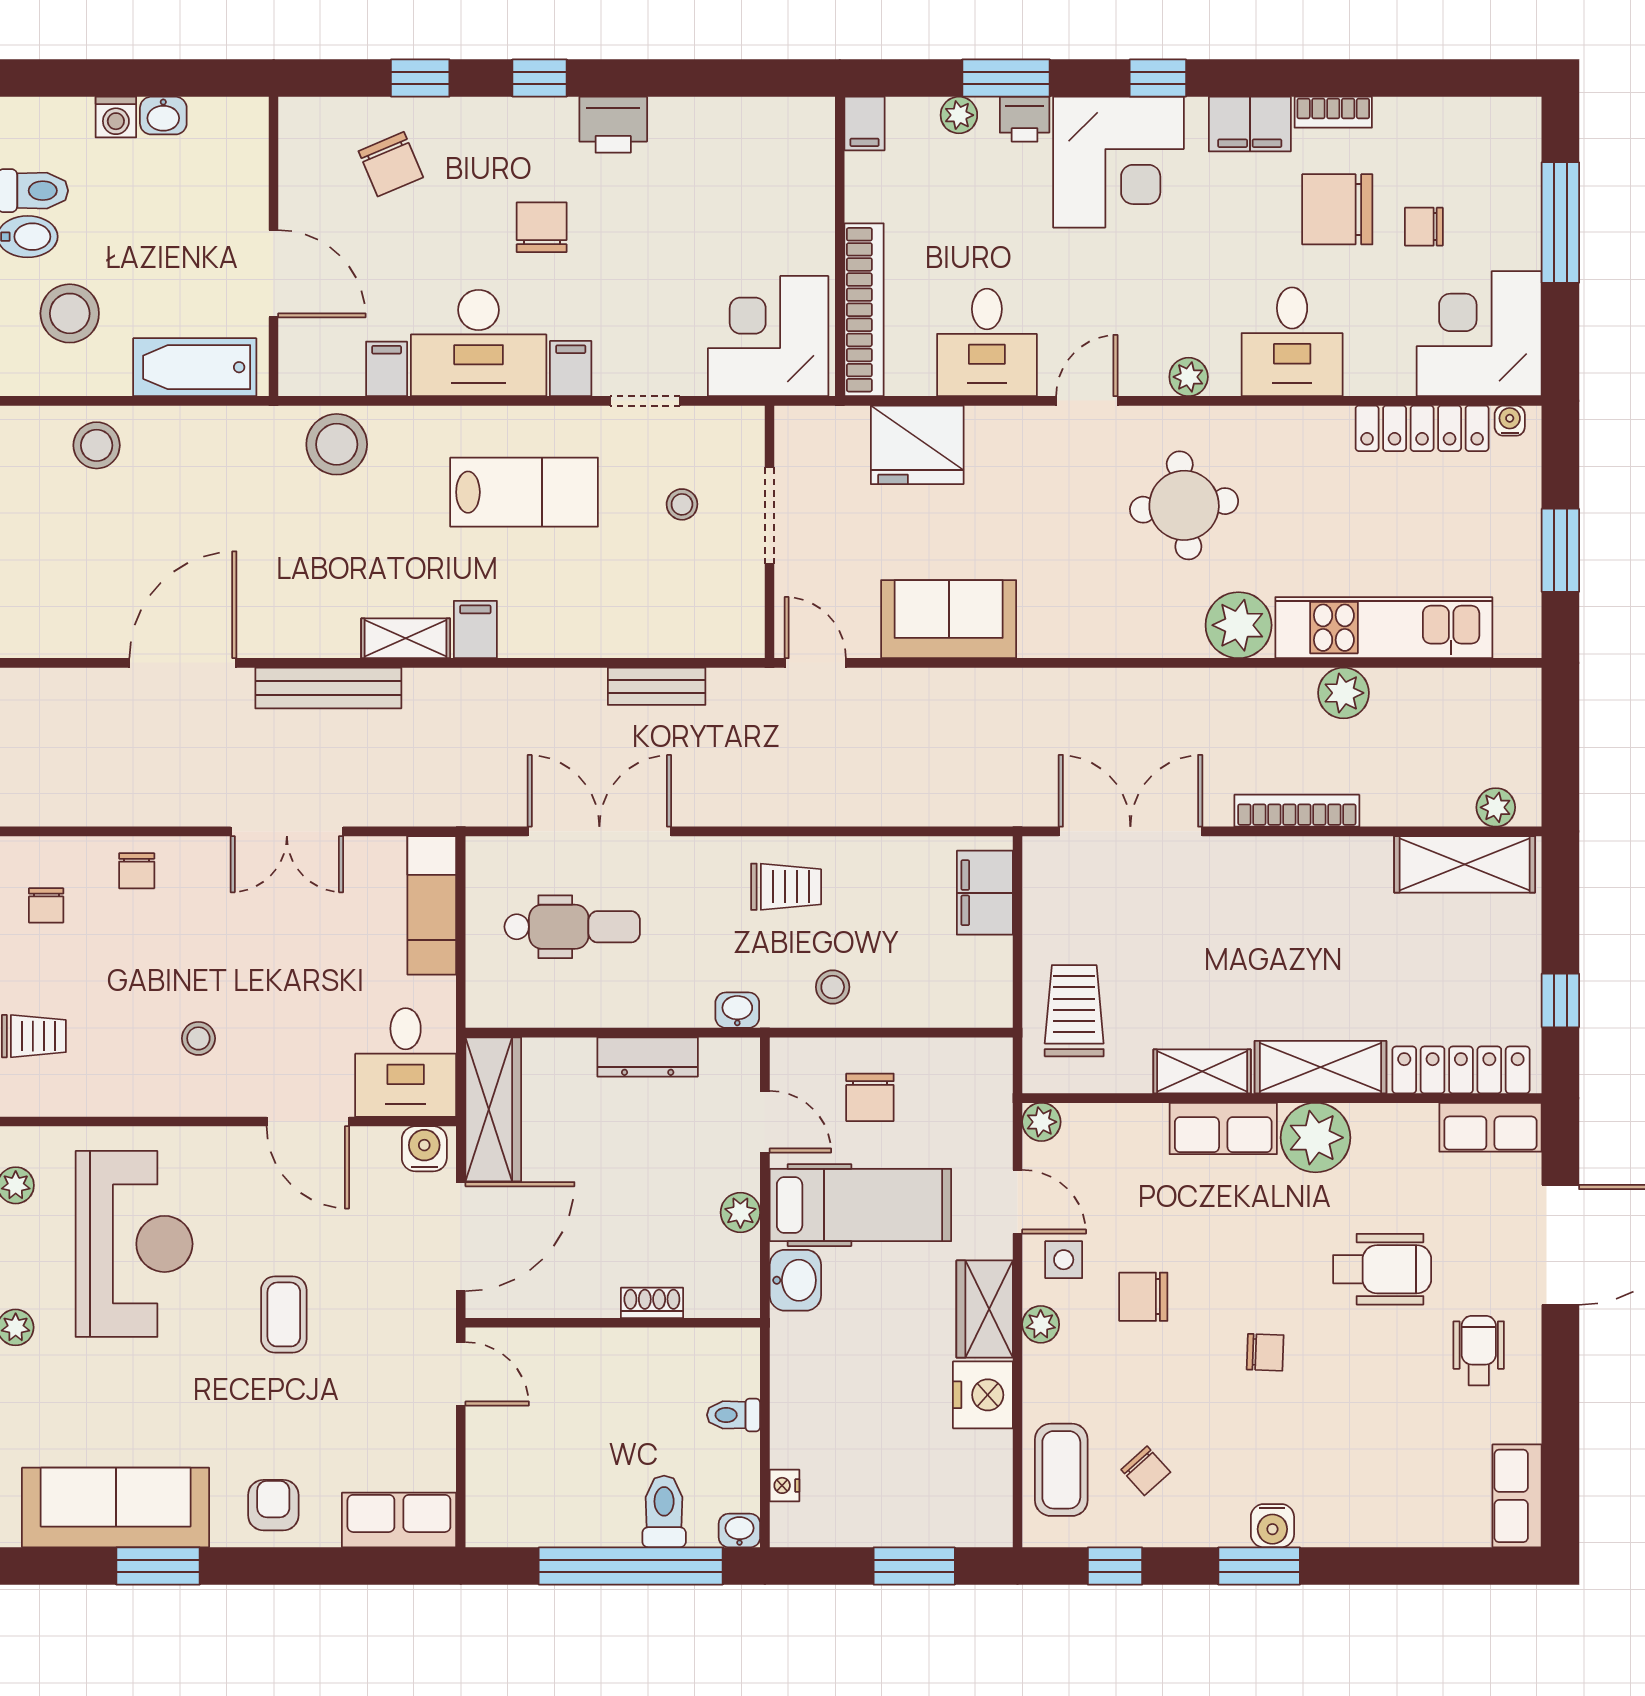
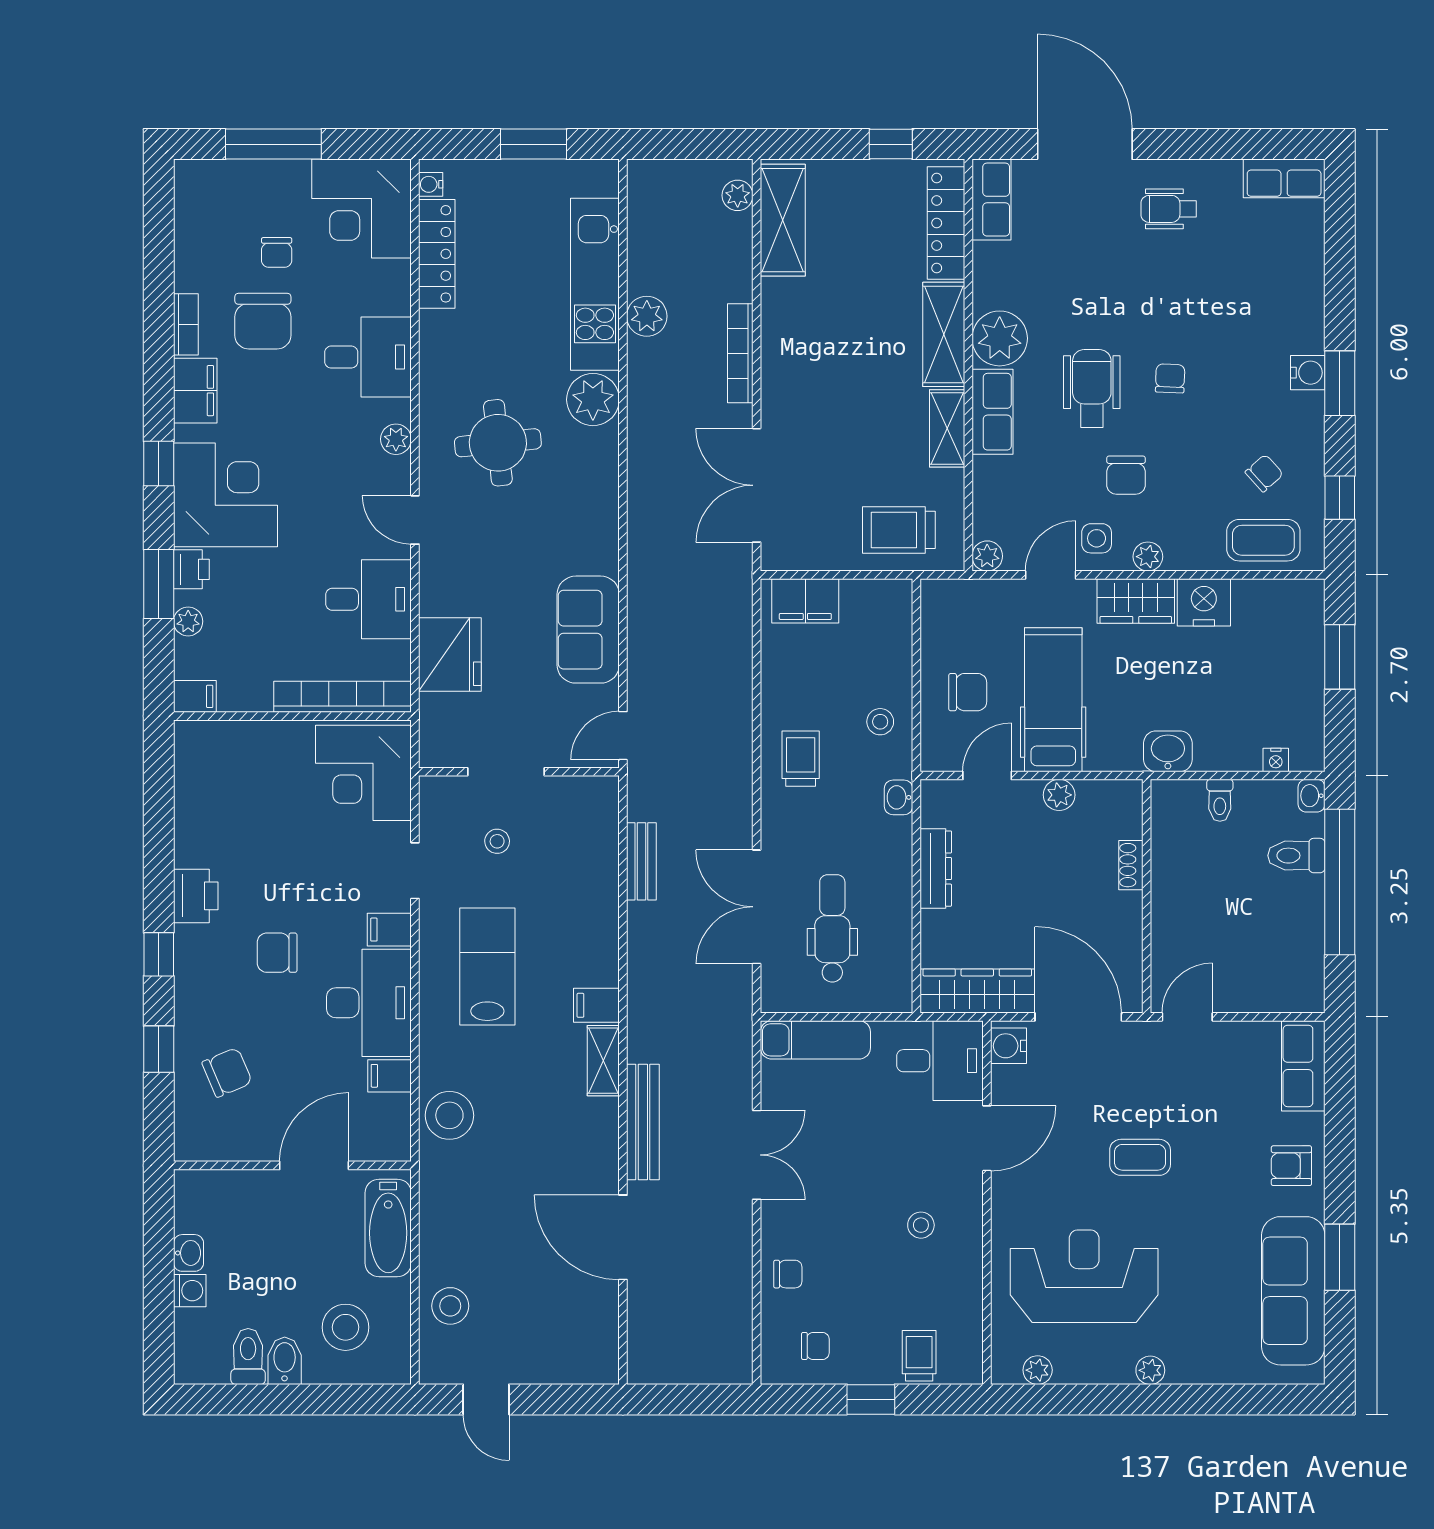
wheelchair: (1382, 1269) -> (1092, 388), moved
washbasin: (795, 1280) -> (1168, 751), moved

